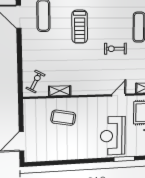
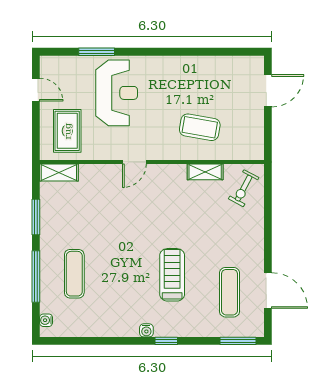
exercise bike: (115, 49) -> (113, 239), removed
door: (119, 95) -> (134, 162), moved

